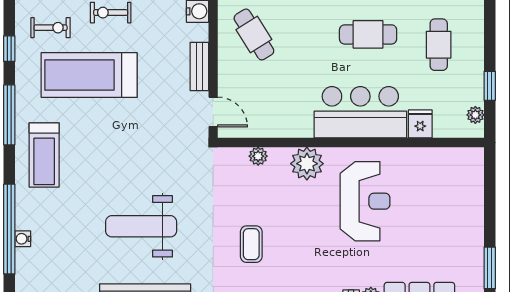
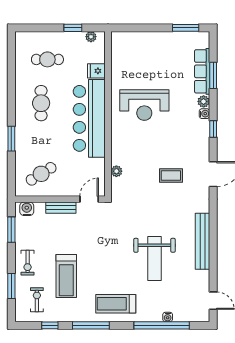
treadmill: (89, 75) -> (66, 276), width x0.73, depth x0.73
bar counter: (360, 112) -> (89, 118), width x1.36
treadmill: (44, 155) -> (116, 304), turned 180
plant: (307, 164) -> (121, 141), removed
reception desk: (365, 201) -> (144, 105), turned 180
weight bench: (141, 226) -> (154, 258), moved

